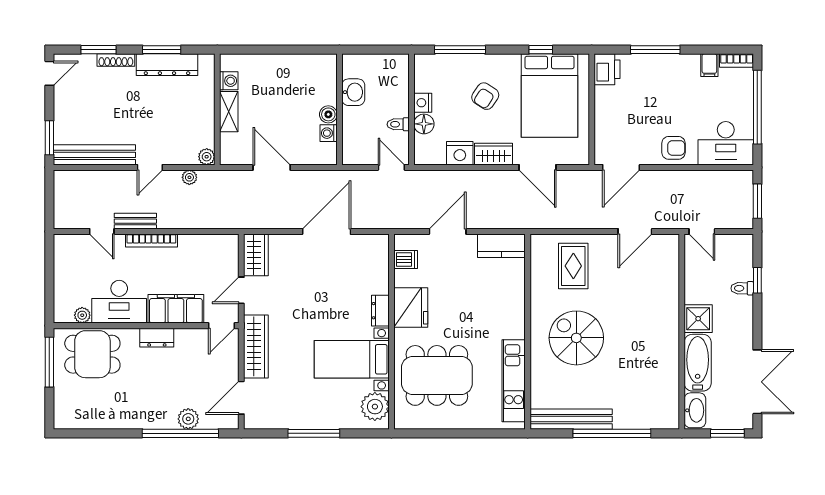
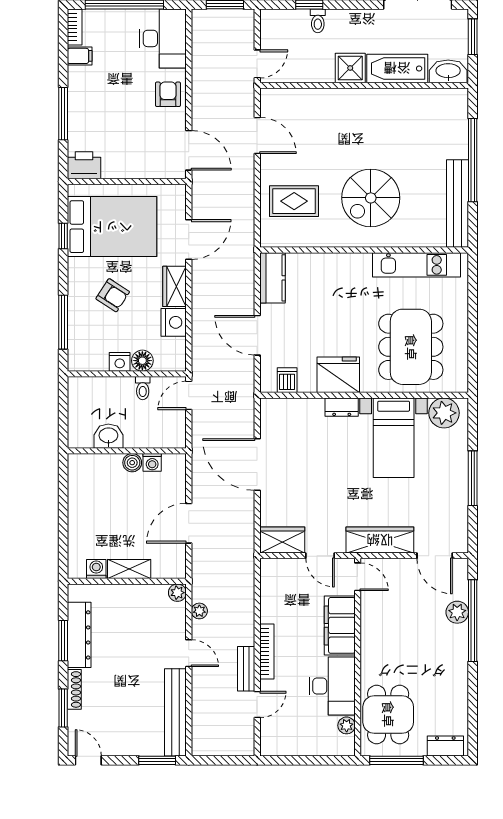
dresser: (157, 338) -> (445, 746), moved, turned -90

